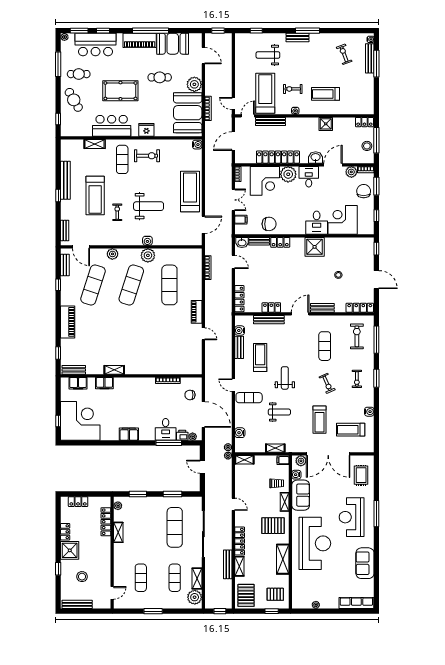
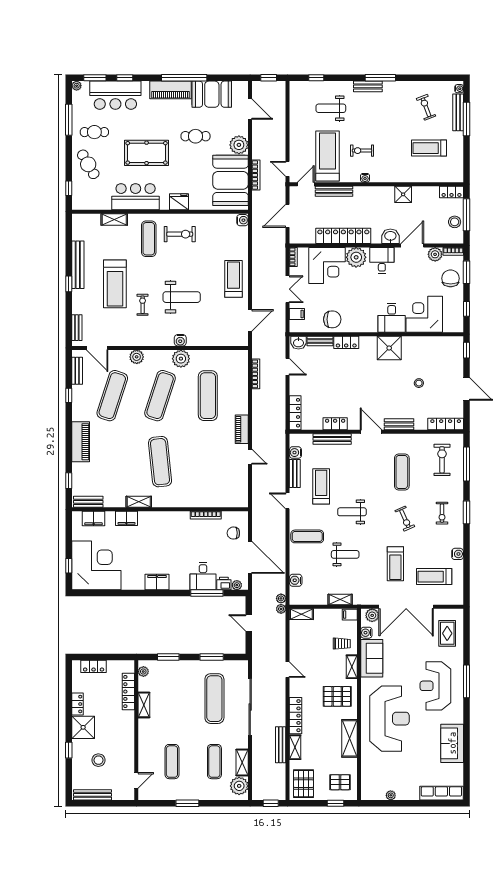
treadmill: (326, 94) -> (429, 148), moved
treadmill: (190, 192) -> (233, 279), width x0.73, depth x0.73
door: (300, 314) -> (371, 432), hinge flipped
exercise mat: (131, 338) -> (160, 462), added
weight bench: (285, 378) -> (352, 512), turned -90
door: (233, 385) -> (288, 501), moved

